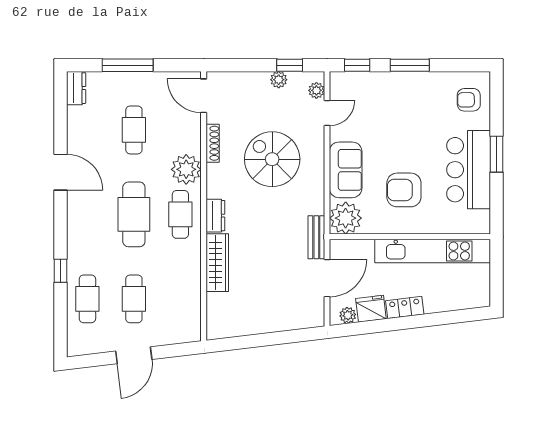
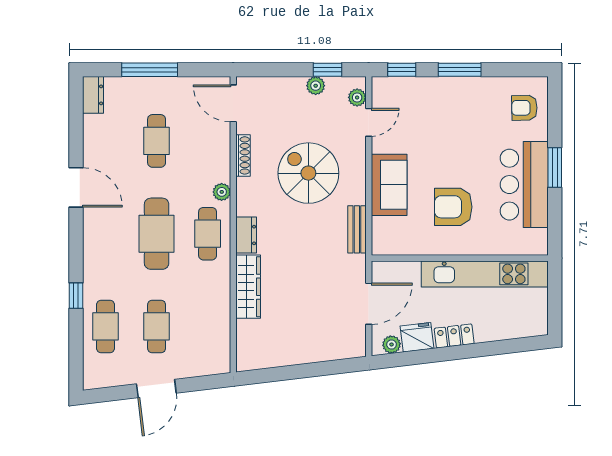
plant: (186, 169) -> (222, 192), width x0.53, depth x0.53
plant: (346, 218) -> (389, 238), removed
bench: (316, 237) -> (357, 229), moved

